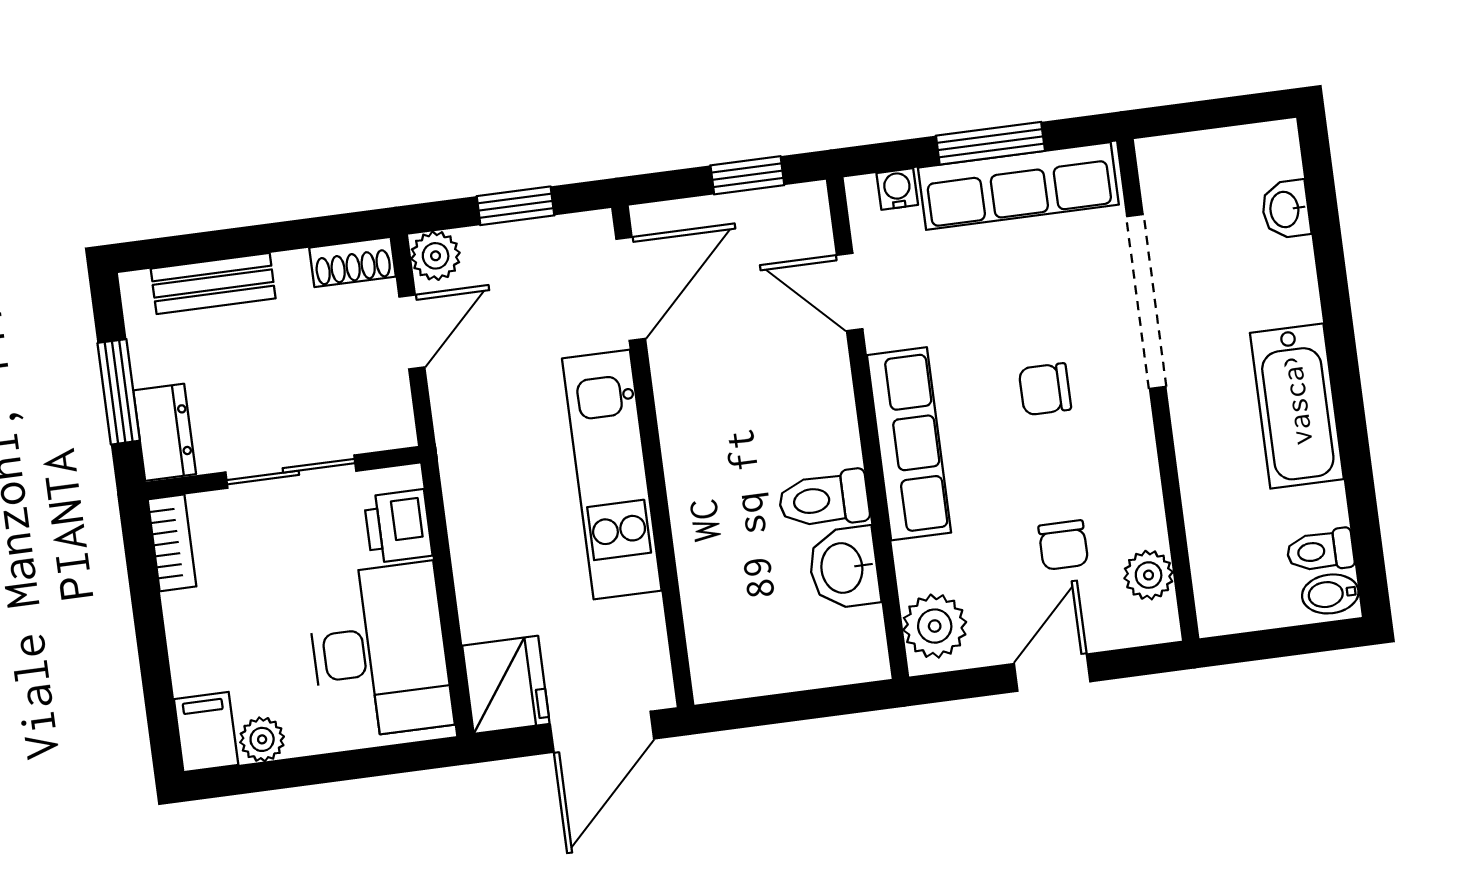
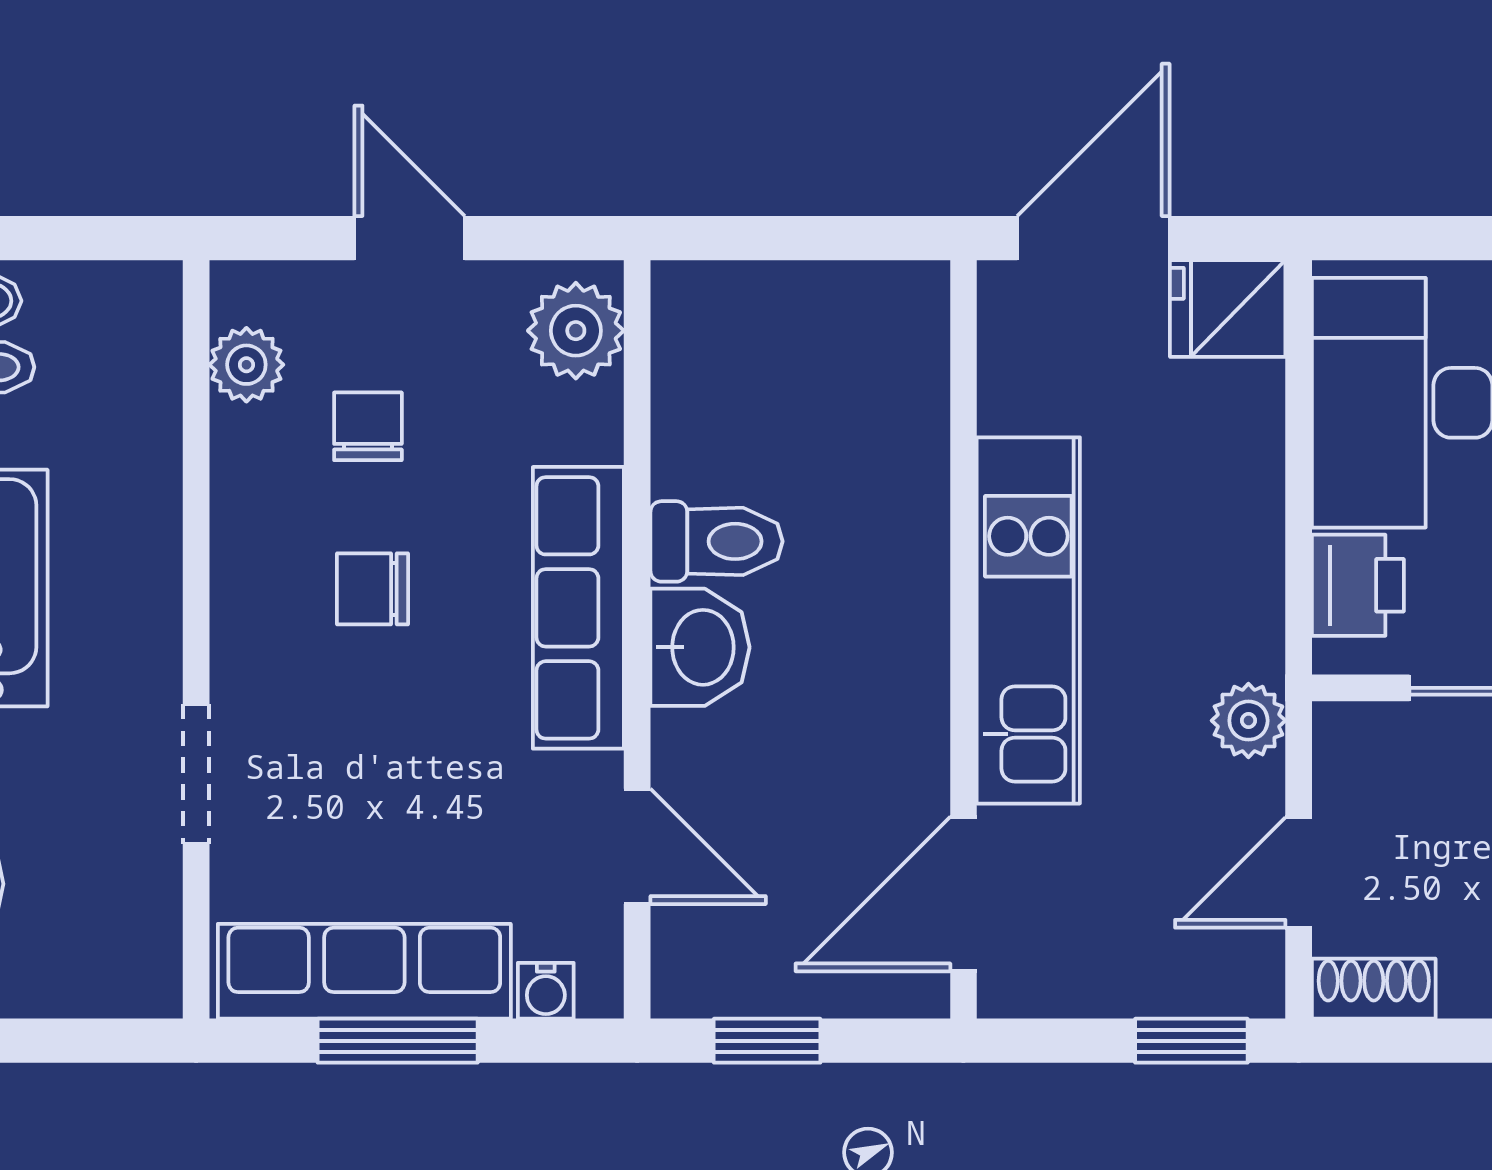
window: (515, 206) -> (1191, 1041), moved
plant: (436, 256) -> (1248, 721), moved
doorway: (1146, 302) -> (196, 774), width x0.53
chair: (1045, 389) -> (373, 589), moved, turned 180
washbasin: (844, 568) -> (700, 647), moved
door: (1052, 673) -> (410, 238), swing flipped
fridge: (506, 685) -> (1228, 309), width x0.72

